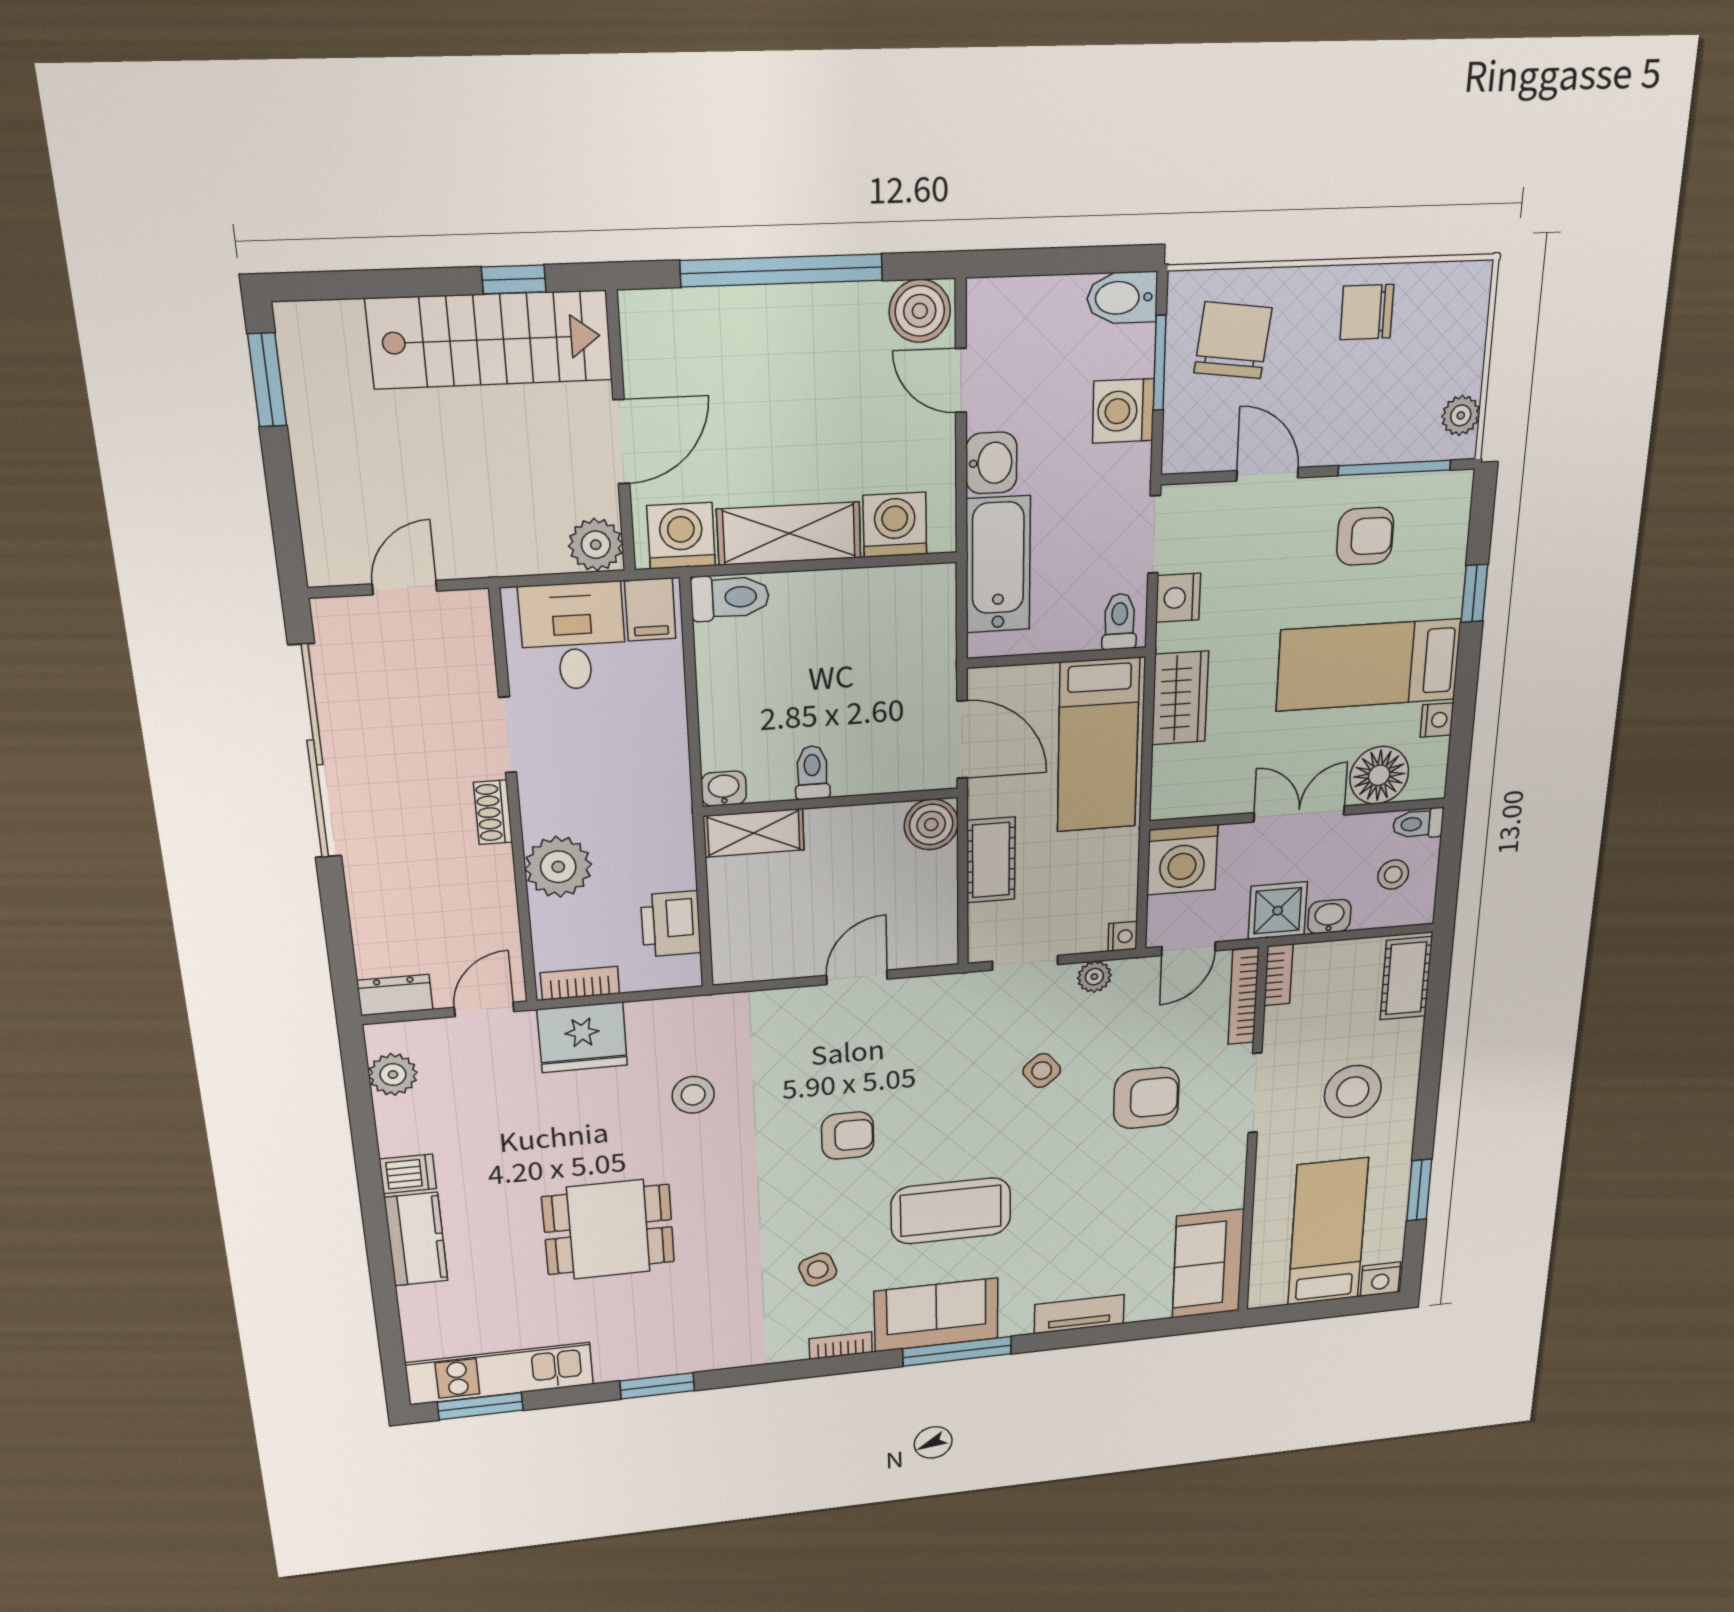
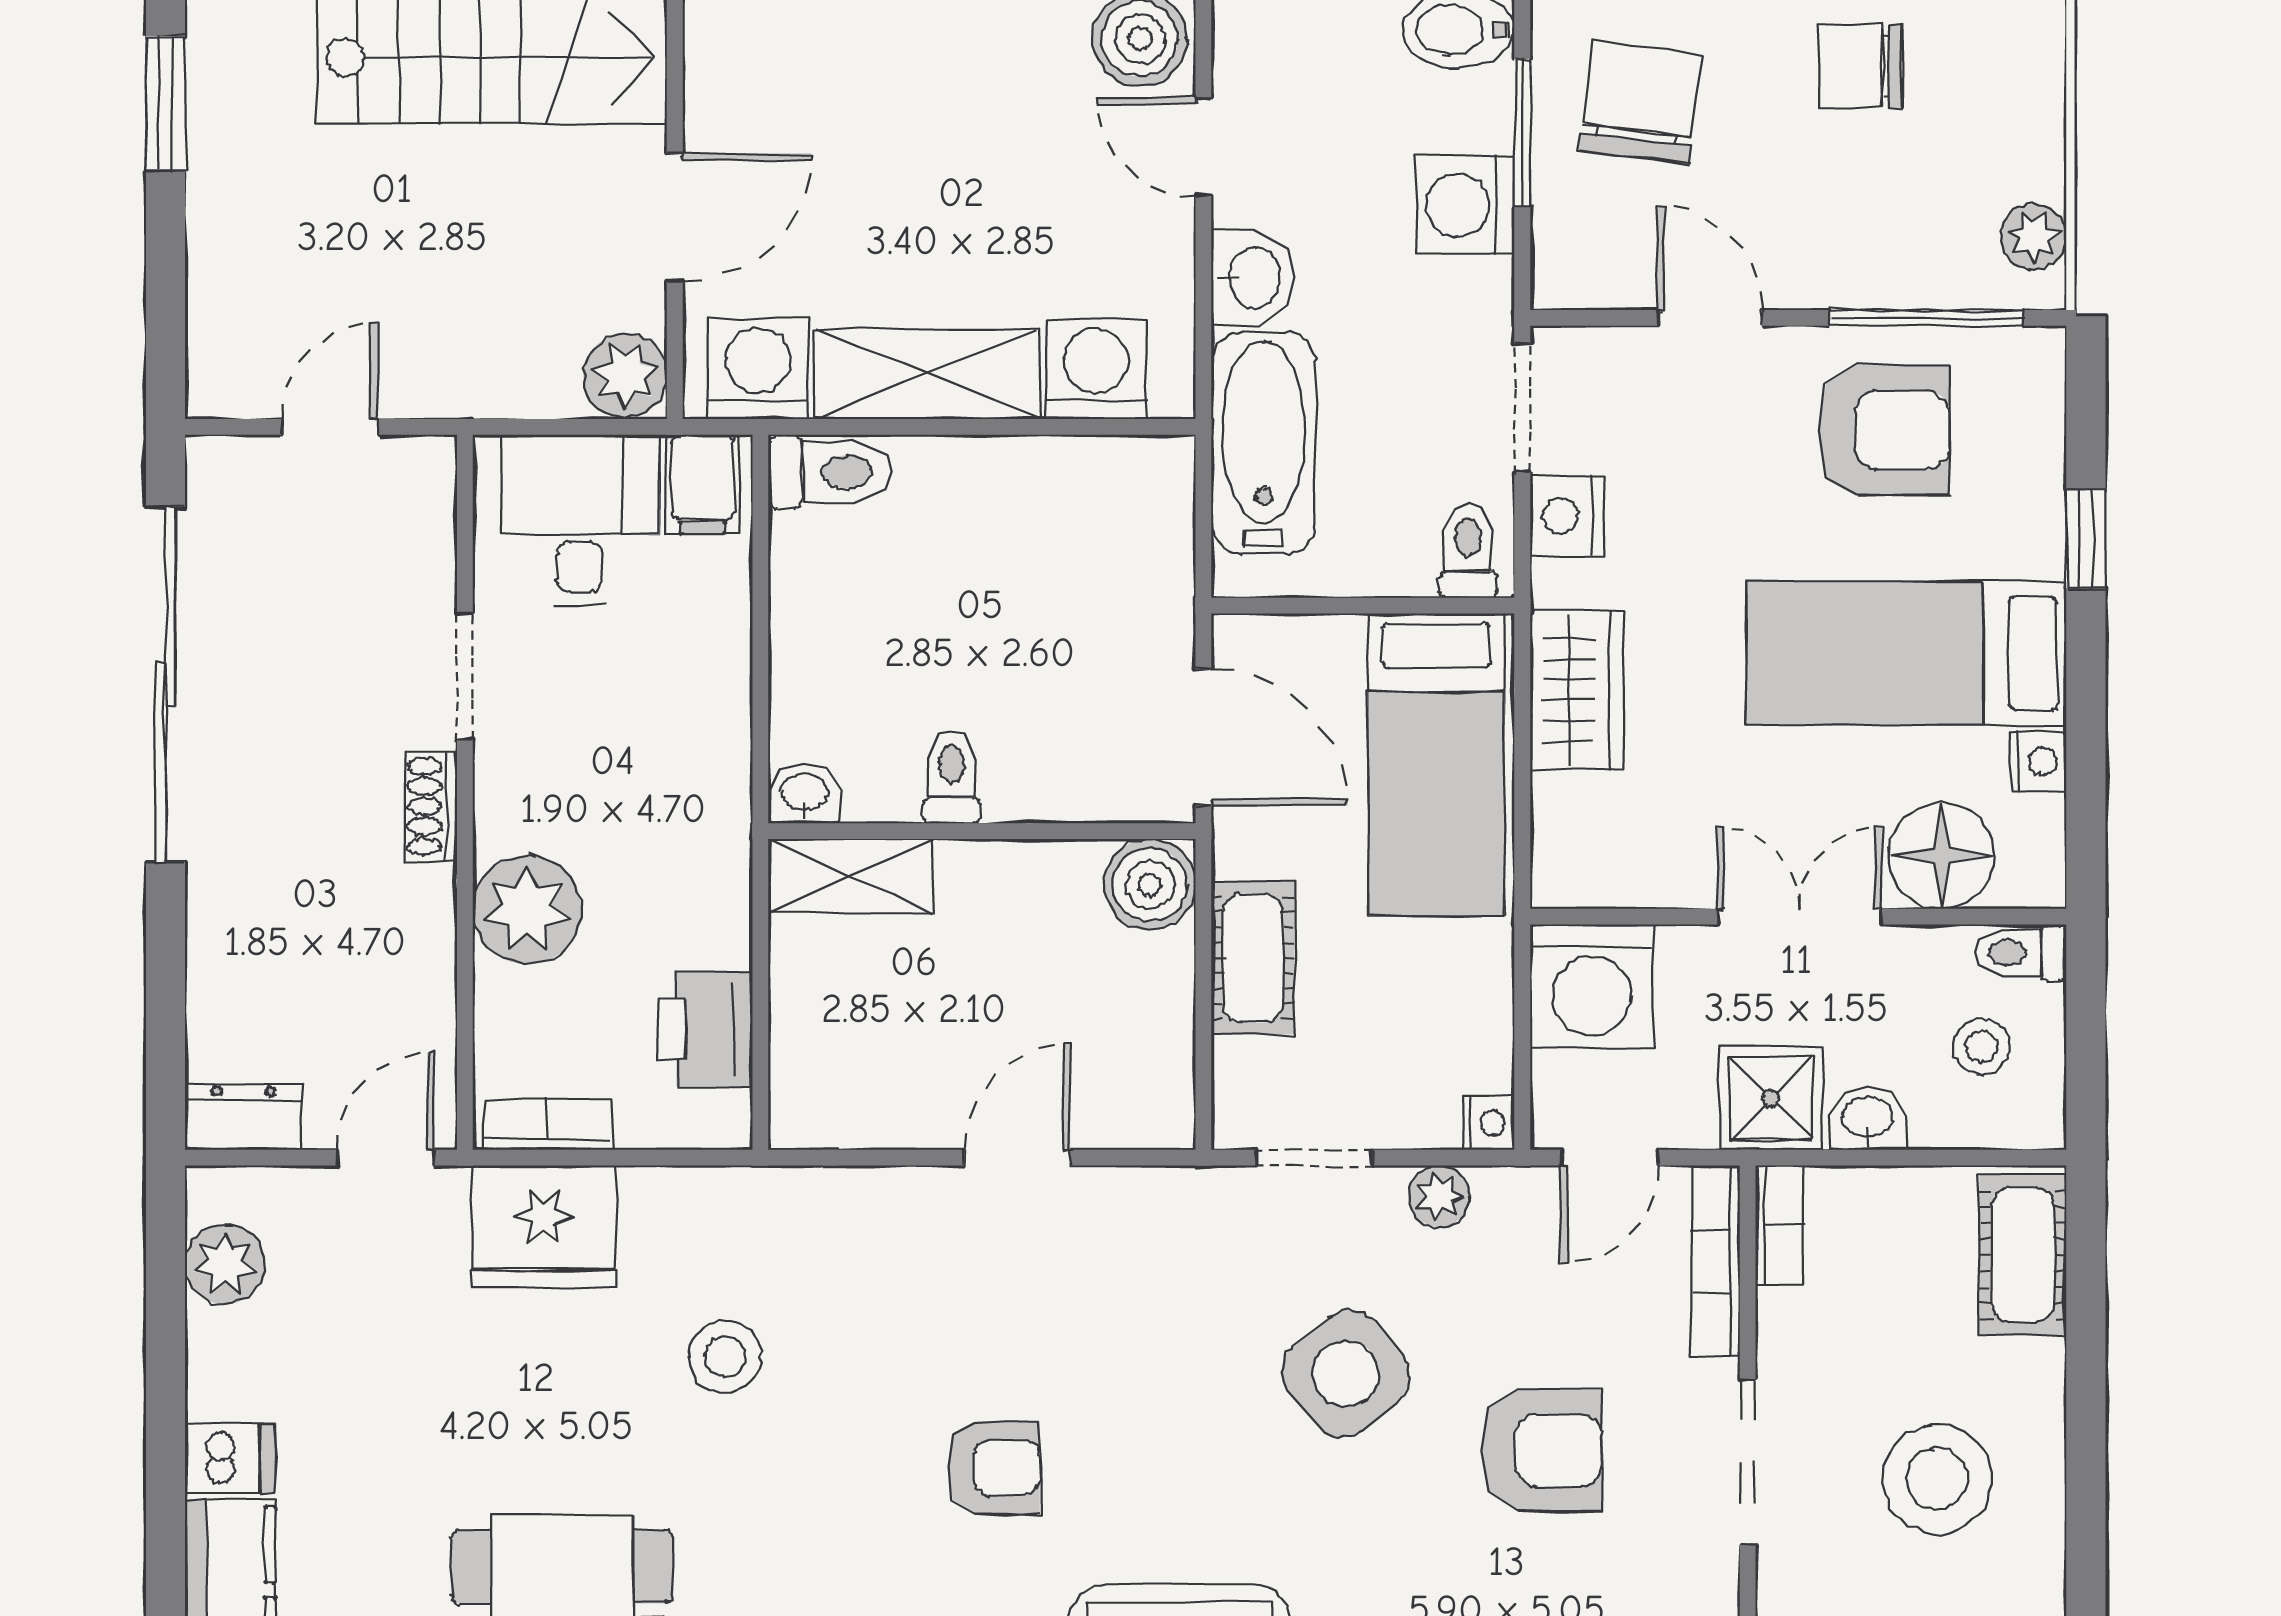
armchair: (1365, 536) -> (1884, 430), width x1.38, depth x1.38
side table: (1042, 1071) -> (1346, 1374), width x1.87, depth x1.87

